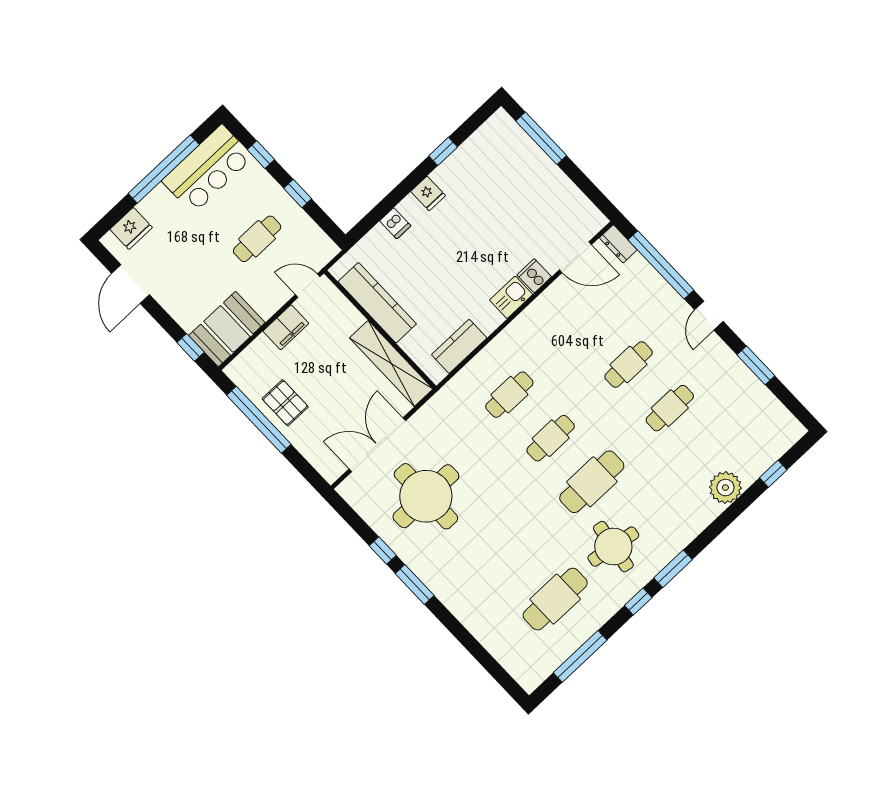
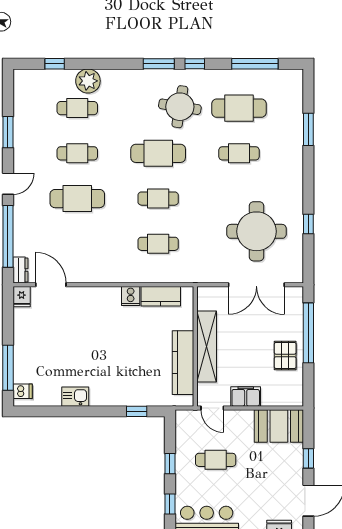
window: (443, 151) -> (137, 411), moved
fridge: (428, 193) -> (22, 297), moved, turned 180
dishwasher: (395, 223) -> (23, 391), moved, turned 90
cooker: (534, 276) -> (131, 296), moved
kitchen sink: (511, 297) -> (75, 397), moved, turned 180
window: (191, 347) -> (308, 458), moved
shelving: (391, 363) -> (207, 347), moved
cafe table: (629, 365) -> (77, 199), width x1.37, depth x1.35
window: (259, 420) -> (308, 333), moved
cafe table: (711, 452) -> (77, 108), added
cafe table: (514, 555) -> (239, 153), added
window: (415, 584) -> (308, 129), moved

